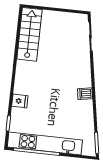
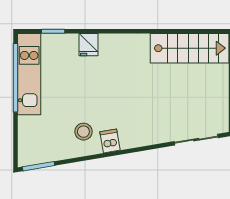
stool: (77, 111) -> (83, 132), added
kitchen unit: (45, 143) -> (29, 74), width x0.73

